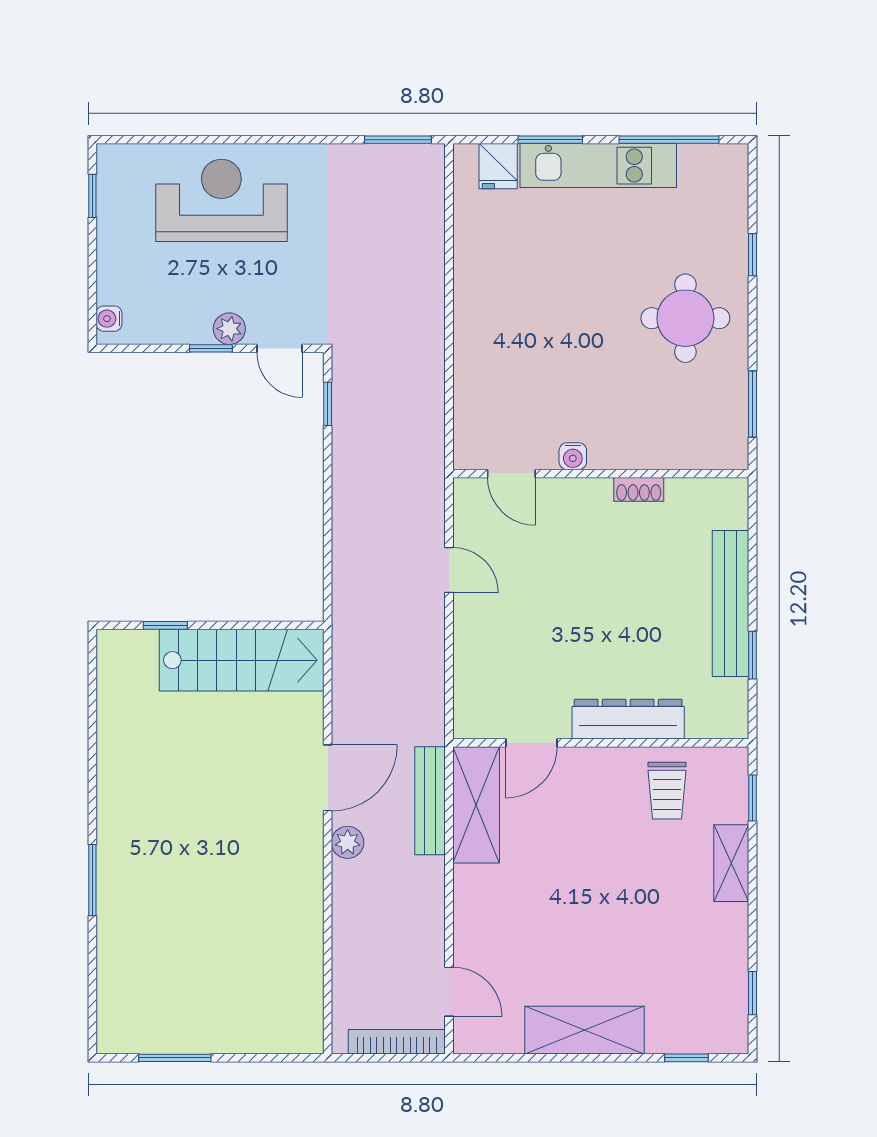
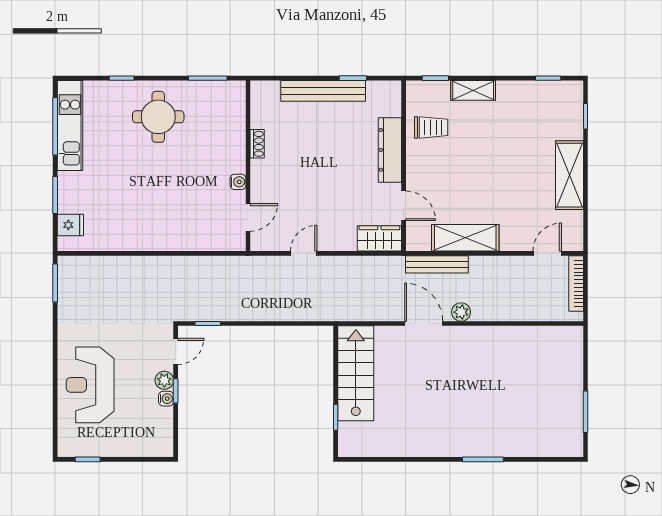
kitchen unit: (598, 166) -> (70, 125), moved
water cooler: (109, 319) -> (166, 399), moved, turned -90
wardrobe: (475, 701) -> (379, 238), added
shelving: (476, 805) -> (465, 238), moved

